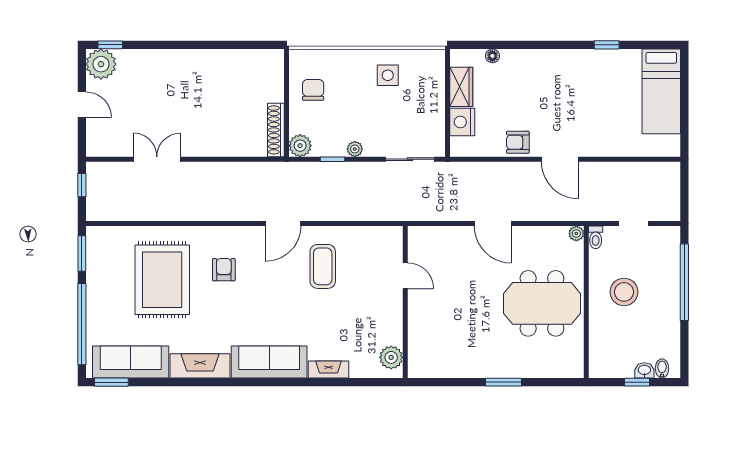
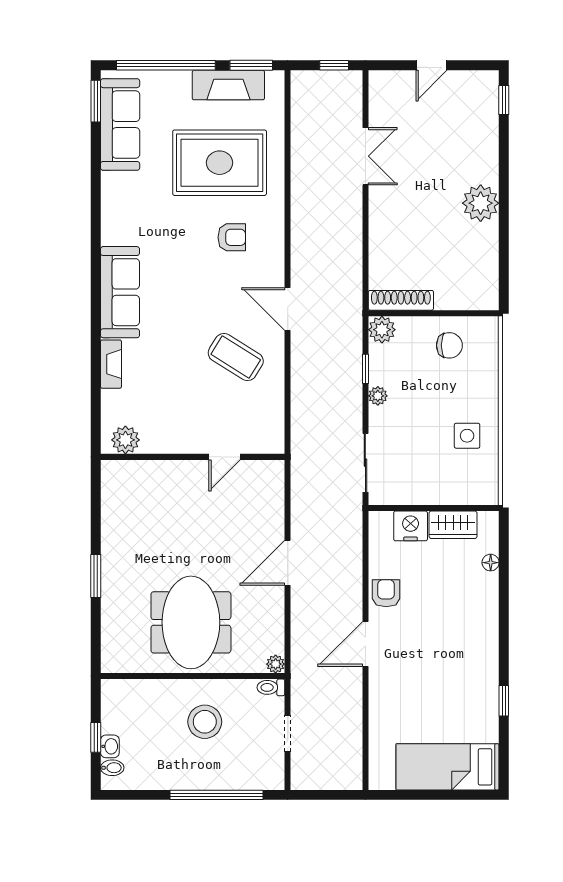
plant: (101, 64) -> (481, 203), moved
coffee table: (323, 266) -> (236, 357), turned 32
fireplace: (200, 366) -> (228, 85), moved, turned 90

